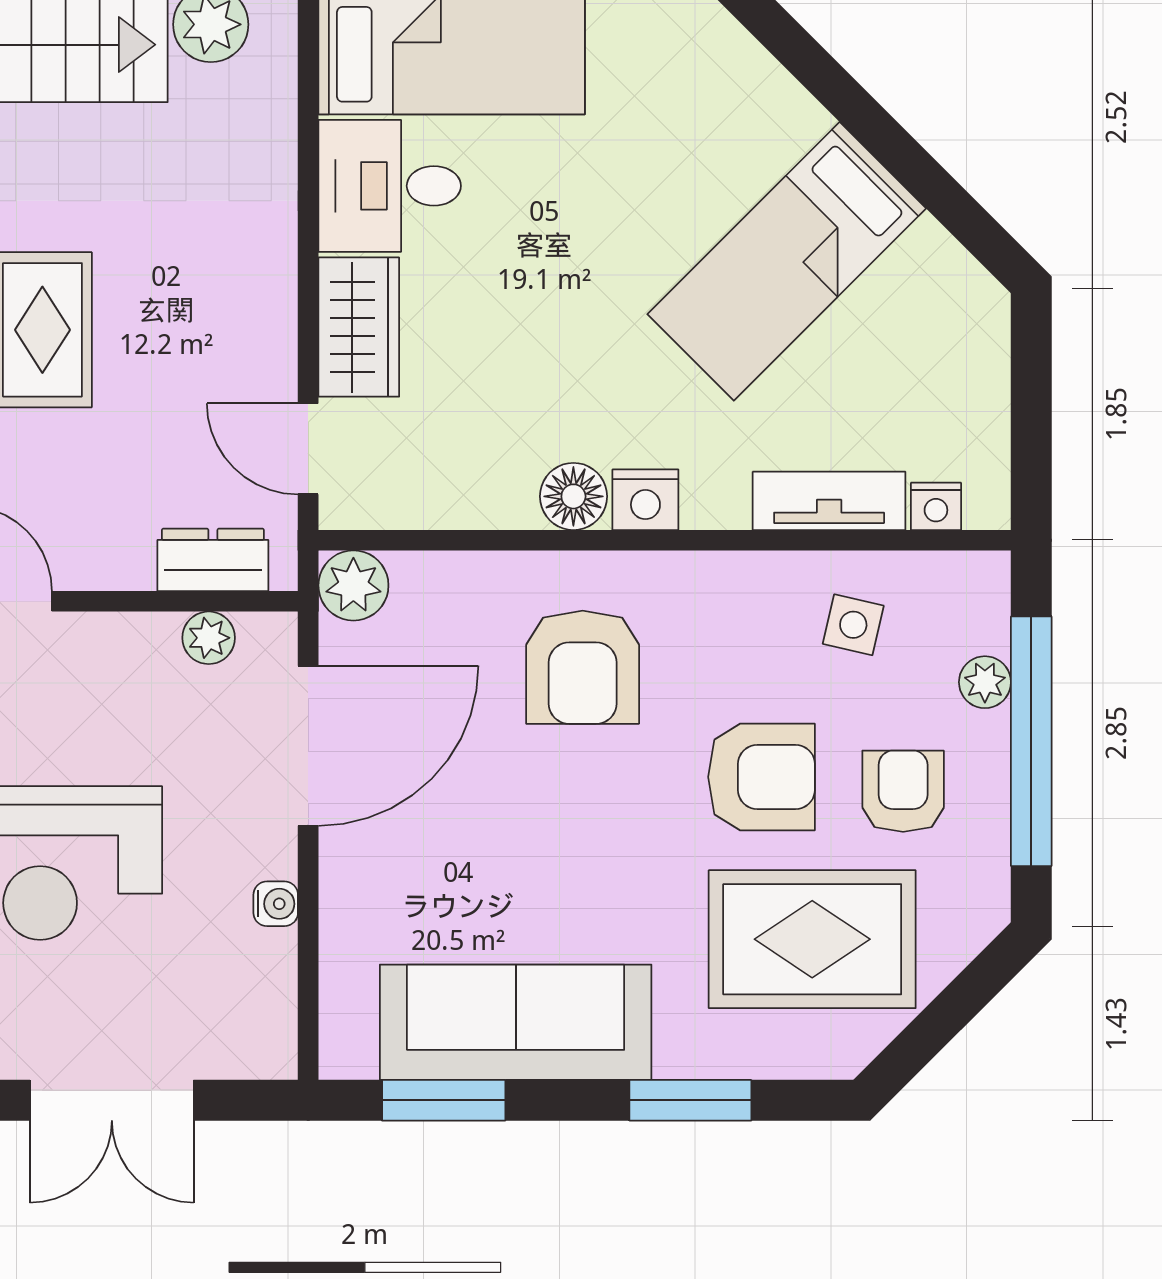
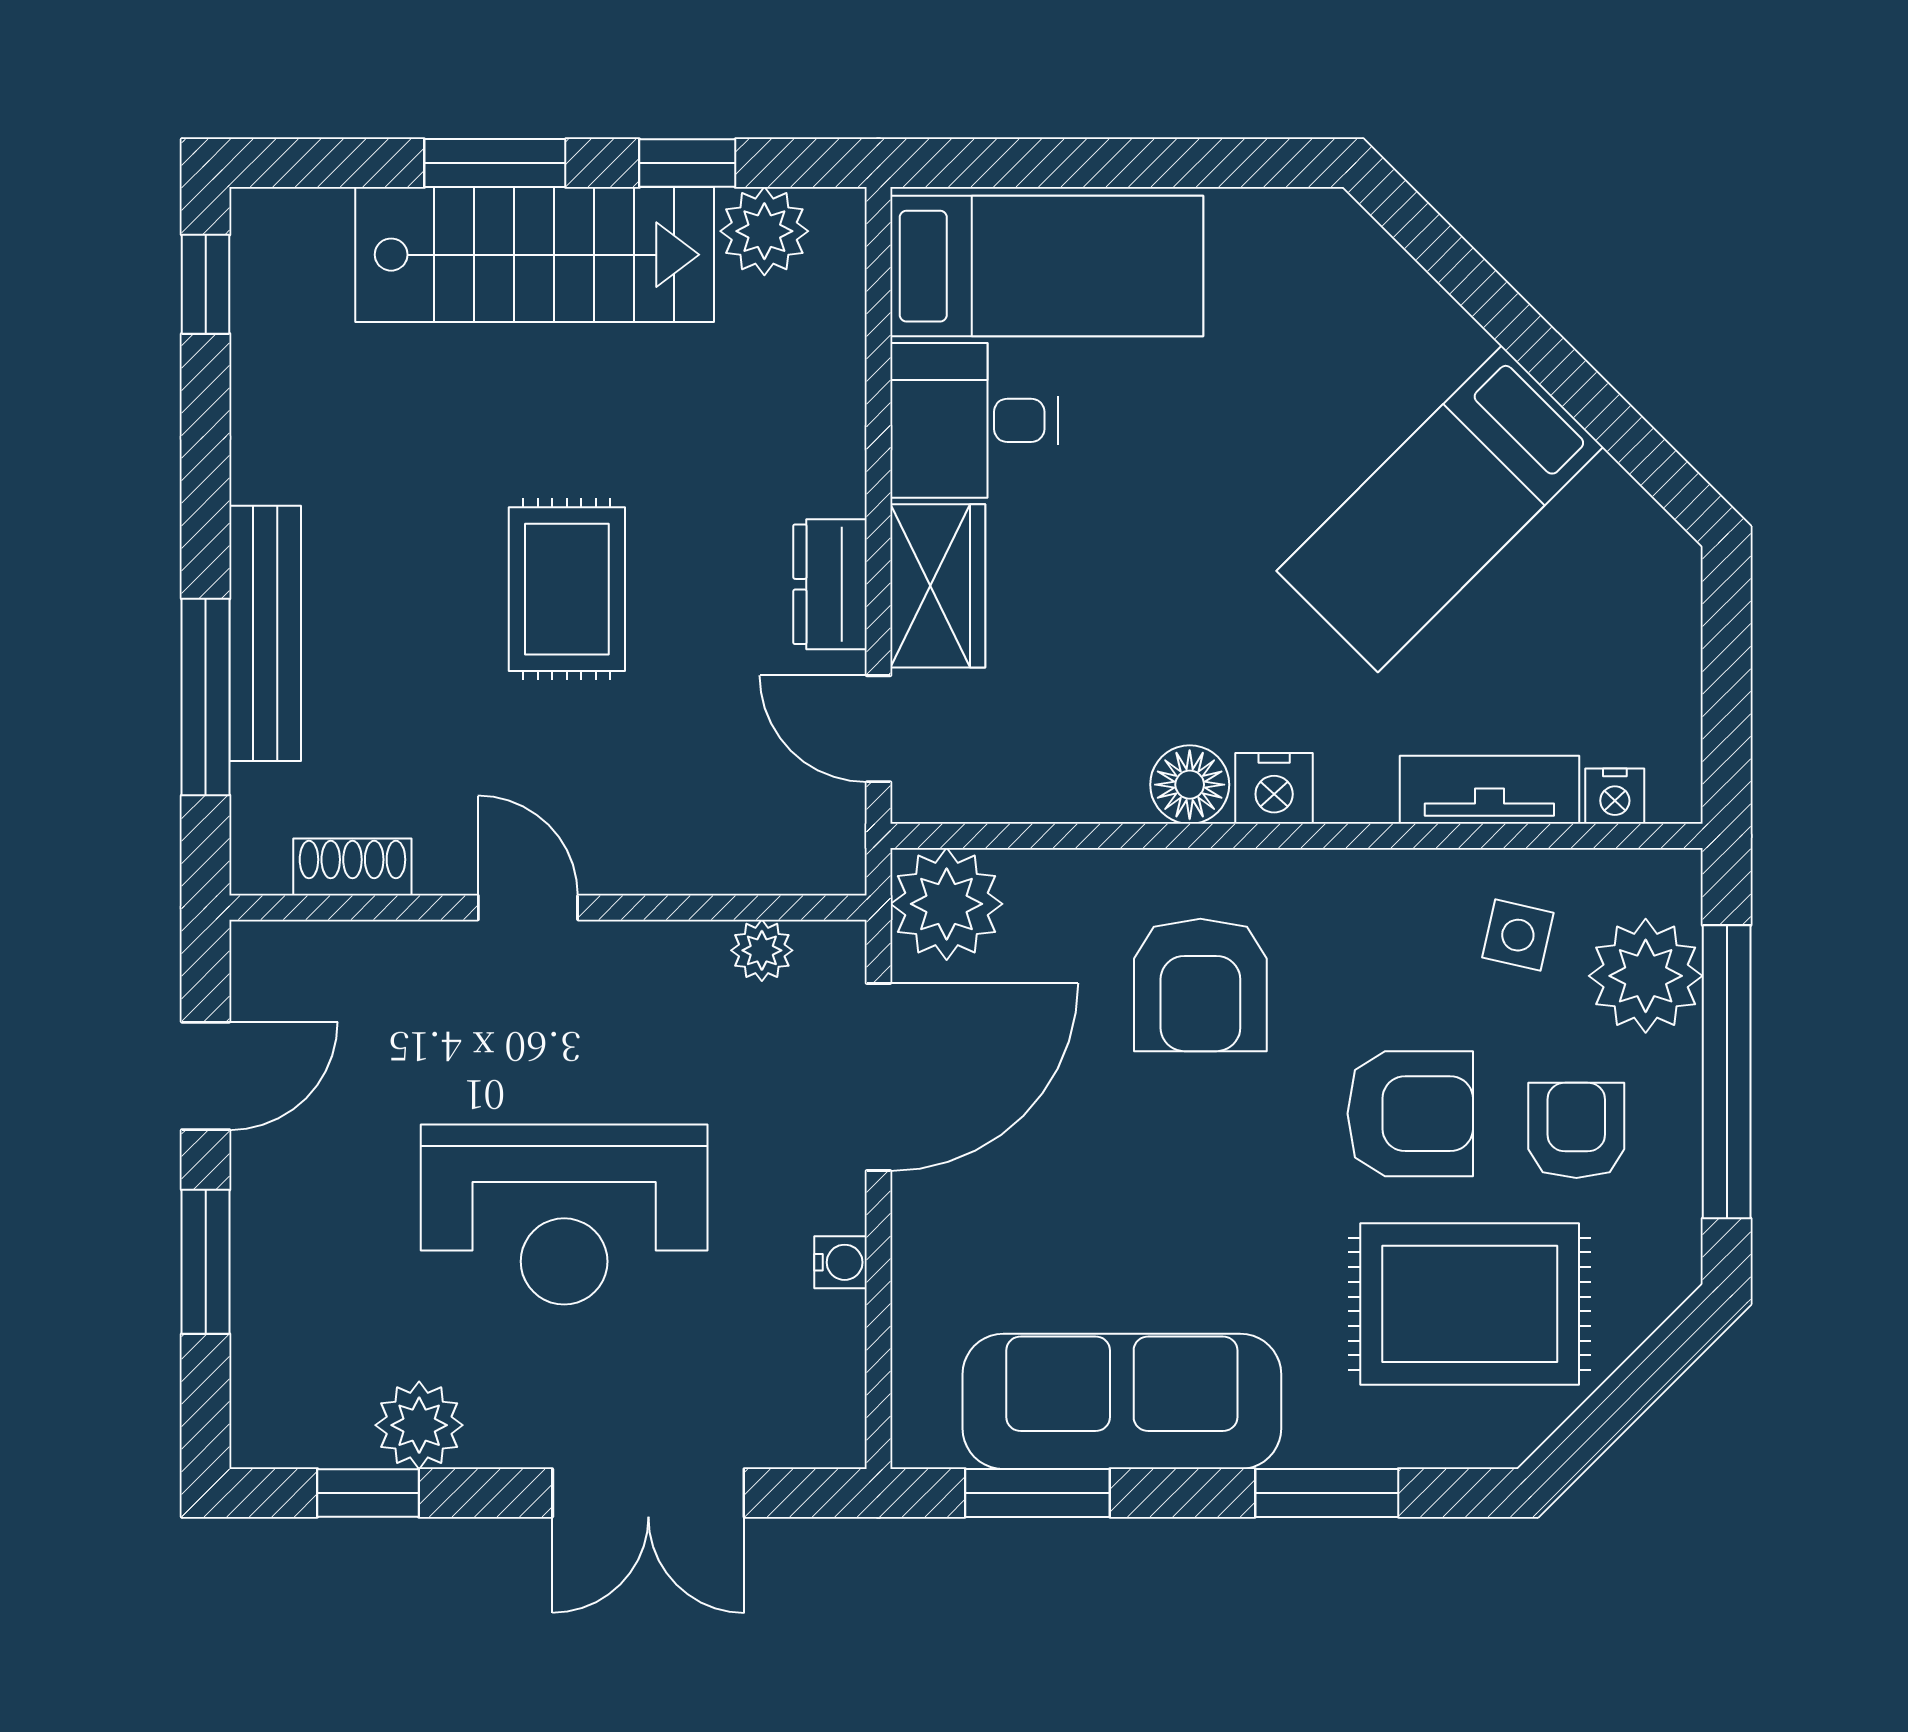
dresser: (213, 560) -> (830, 584), moved, turned -90
plant: (353, 585) -> (947, 904), width x1.36, depth x1.36
plant: (985, 682) -> (1646, 976), width x1.88, depth x1.88

